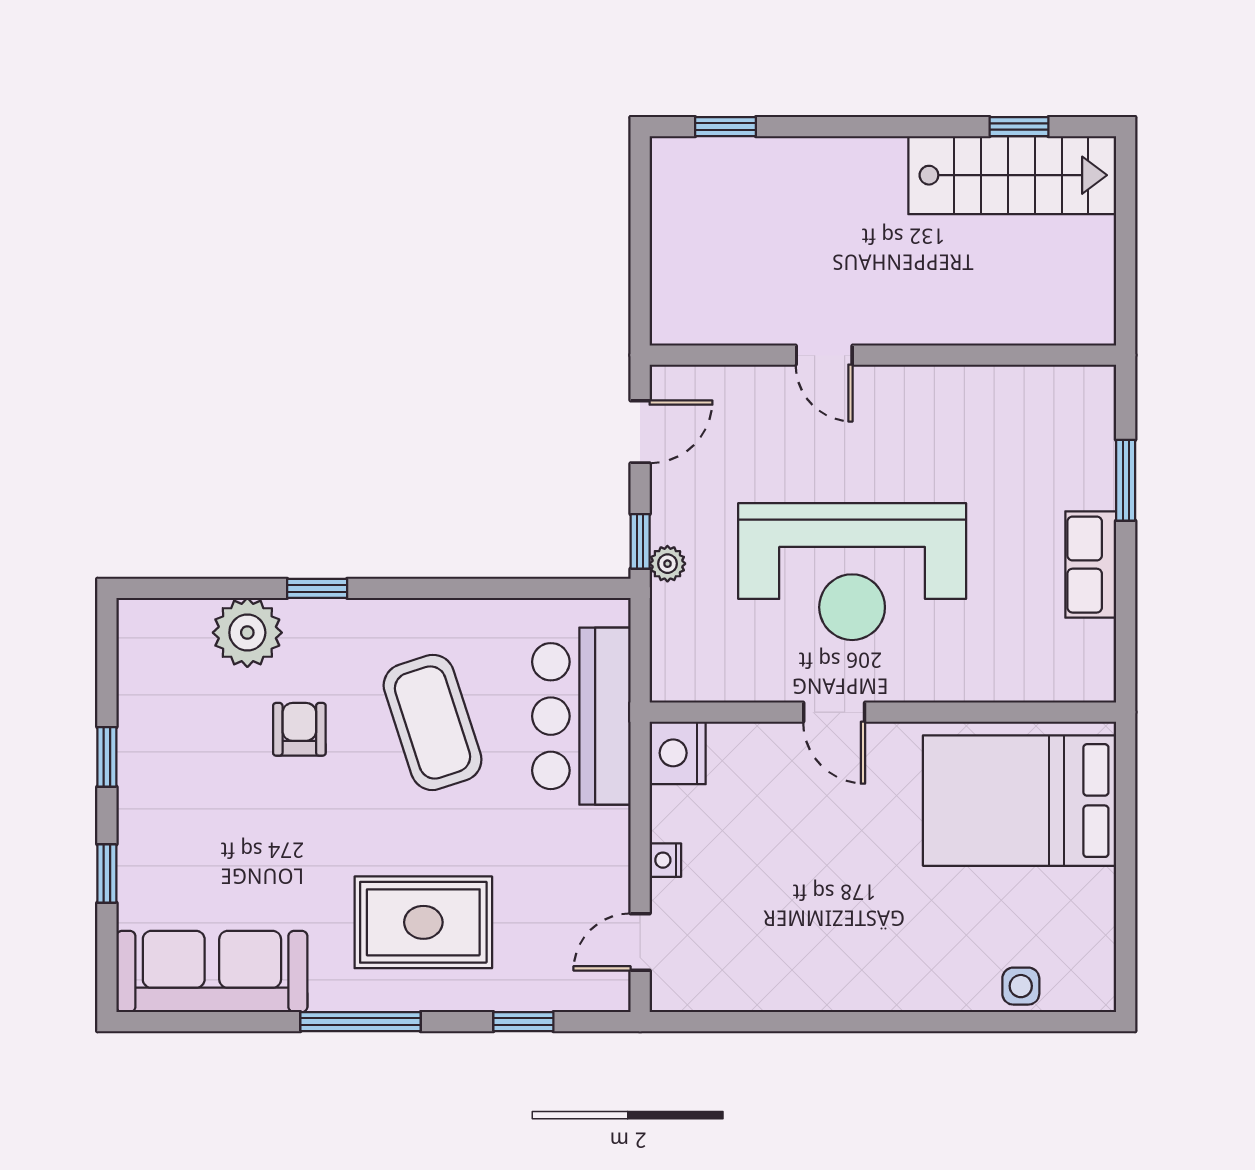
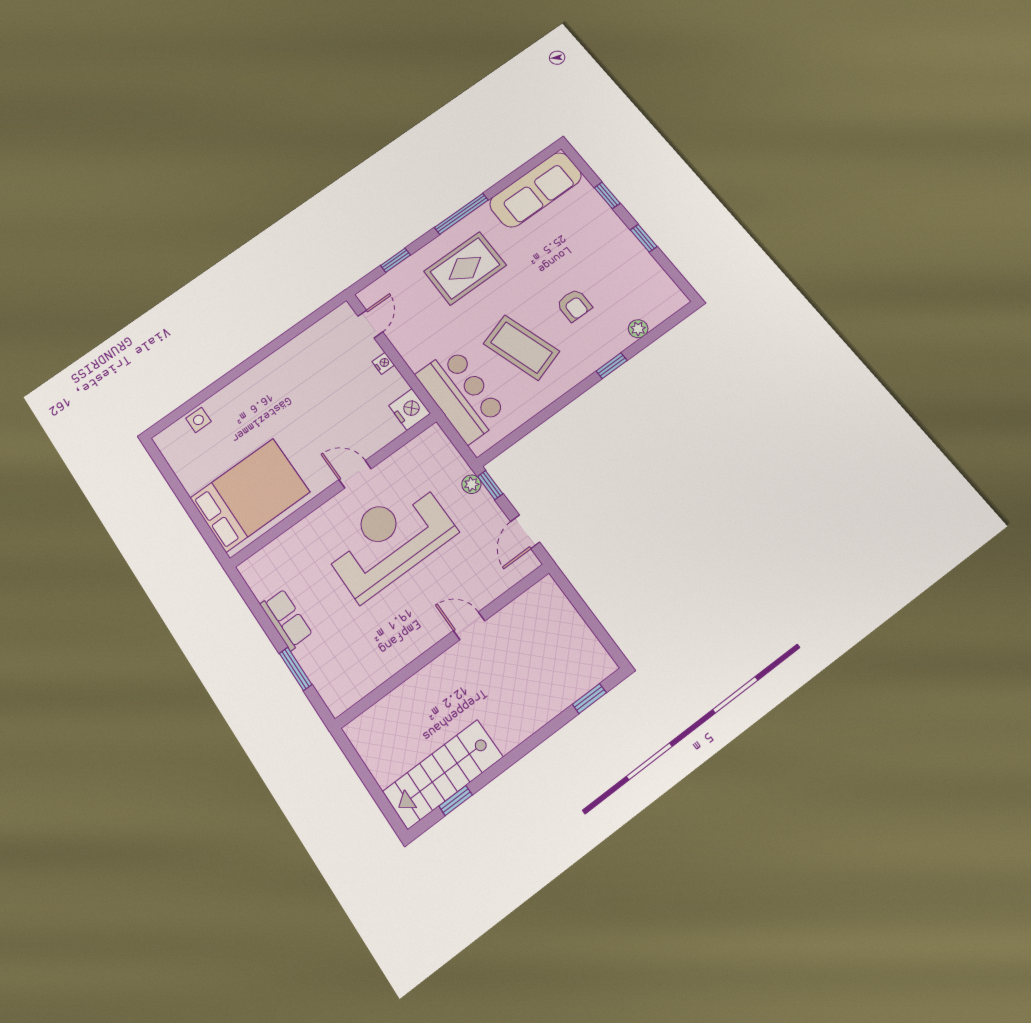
plant: (247, 633) -> (638, 329), width x0.53, depth x0.53

